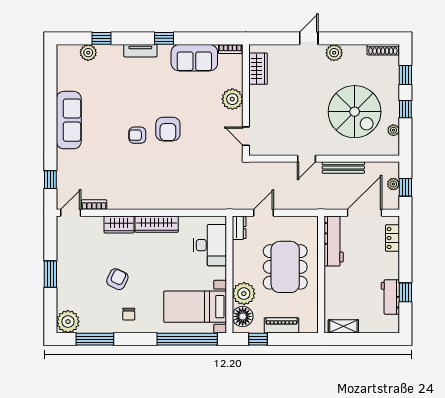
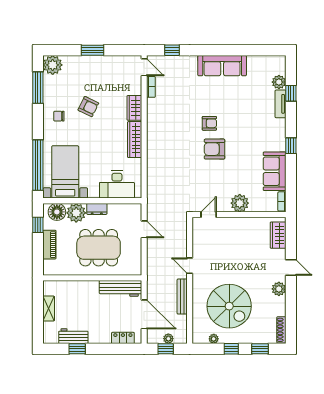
tv unit: (140, 51) -> (280, 104), moved
wardrobe: (258, 69) -> (278, 235), moved, turned 90
spiral stairs: (355, 112) -> (229, 306), turned -90
armchair: (137, 135) -> (209, 123), turned 90
dresser: (239, 228) -> (97, 209), moved
shelving: (343, 326) -> (49, 309), moved

